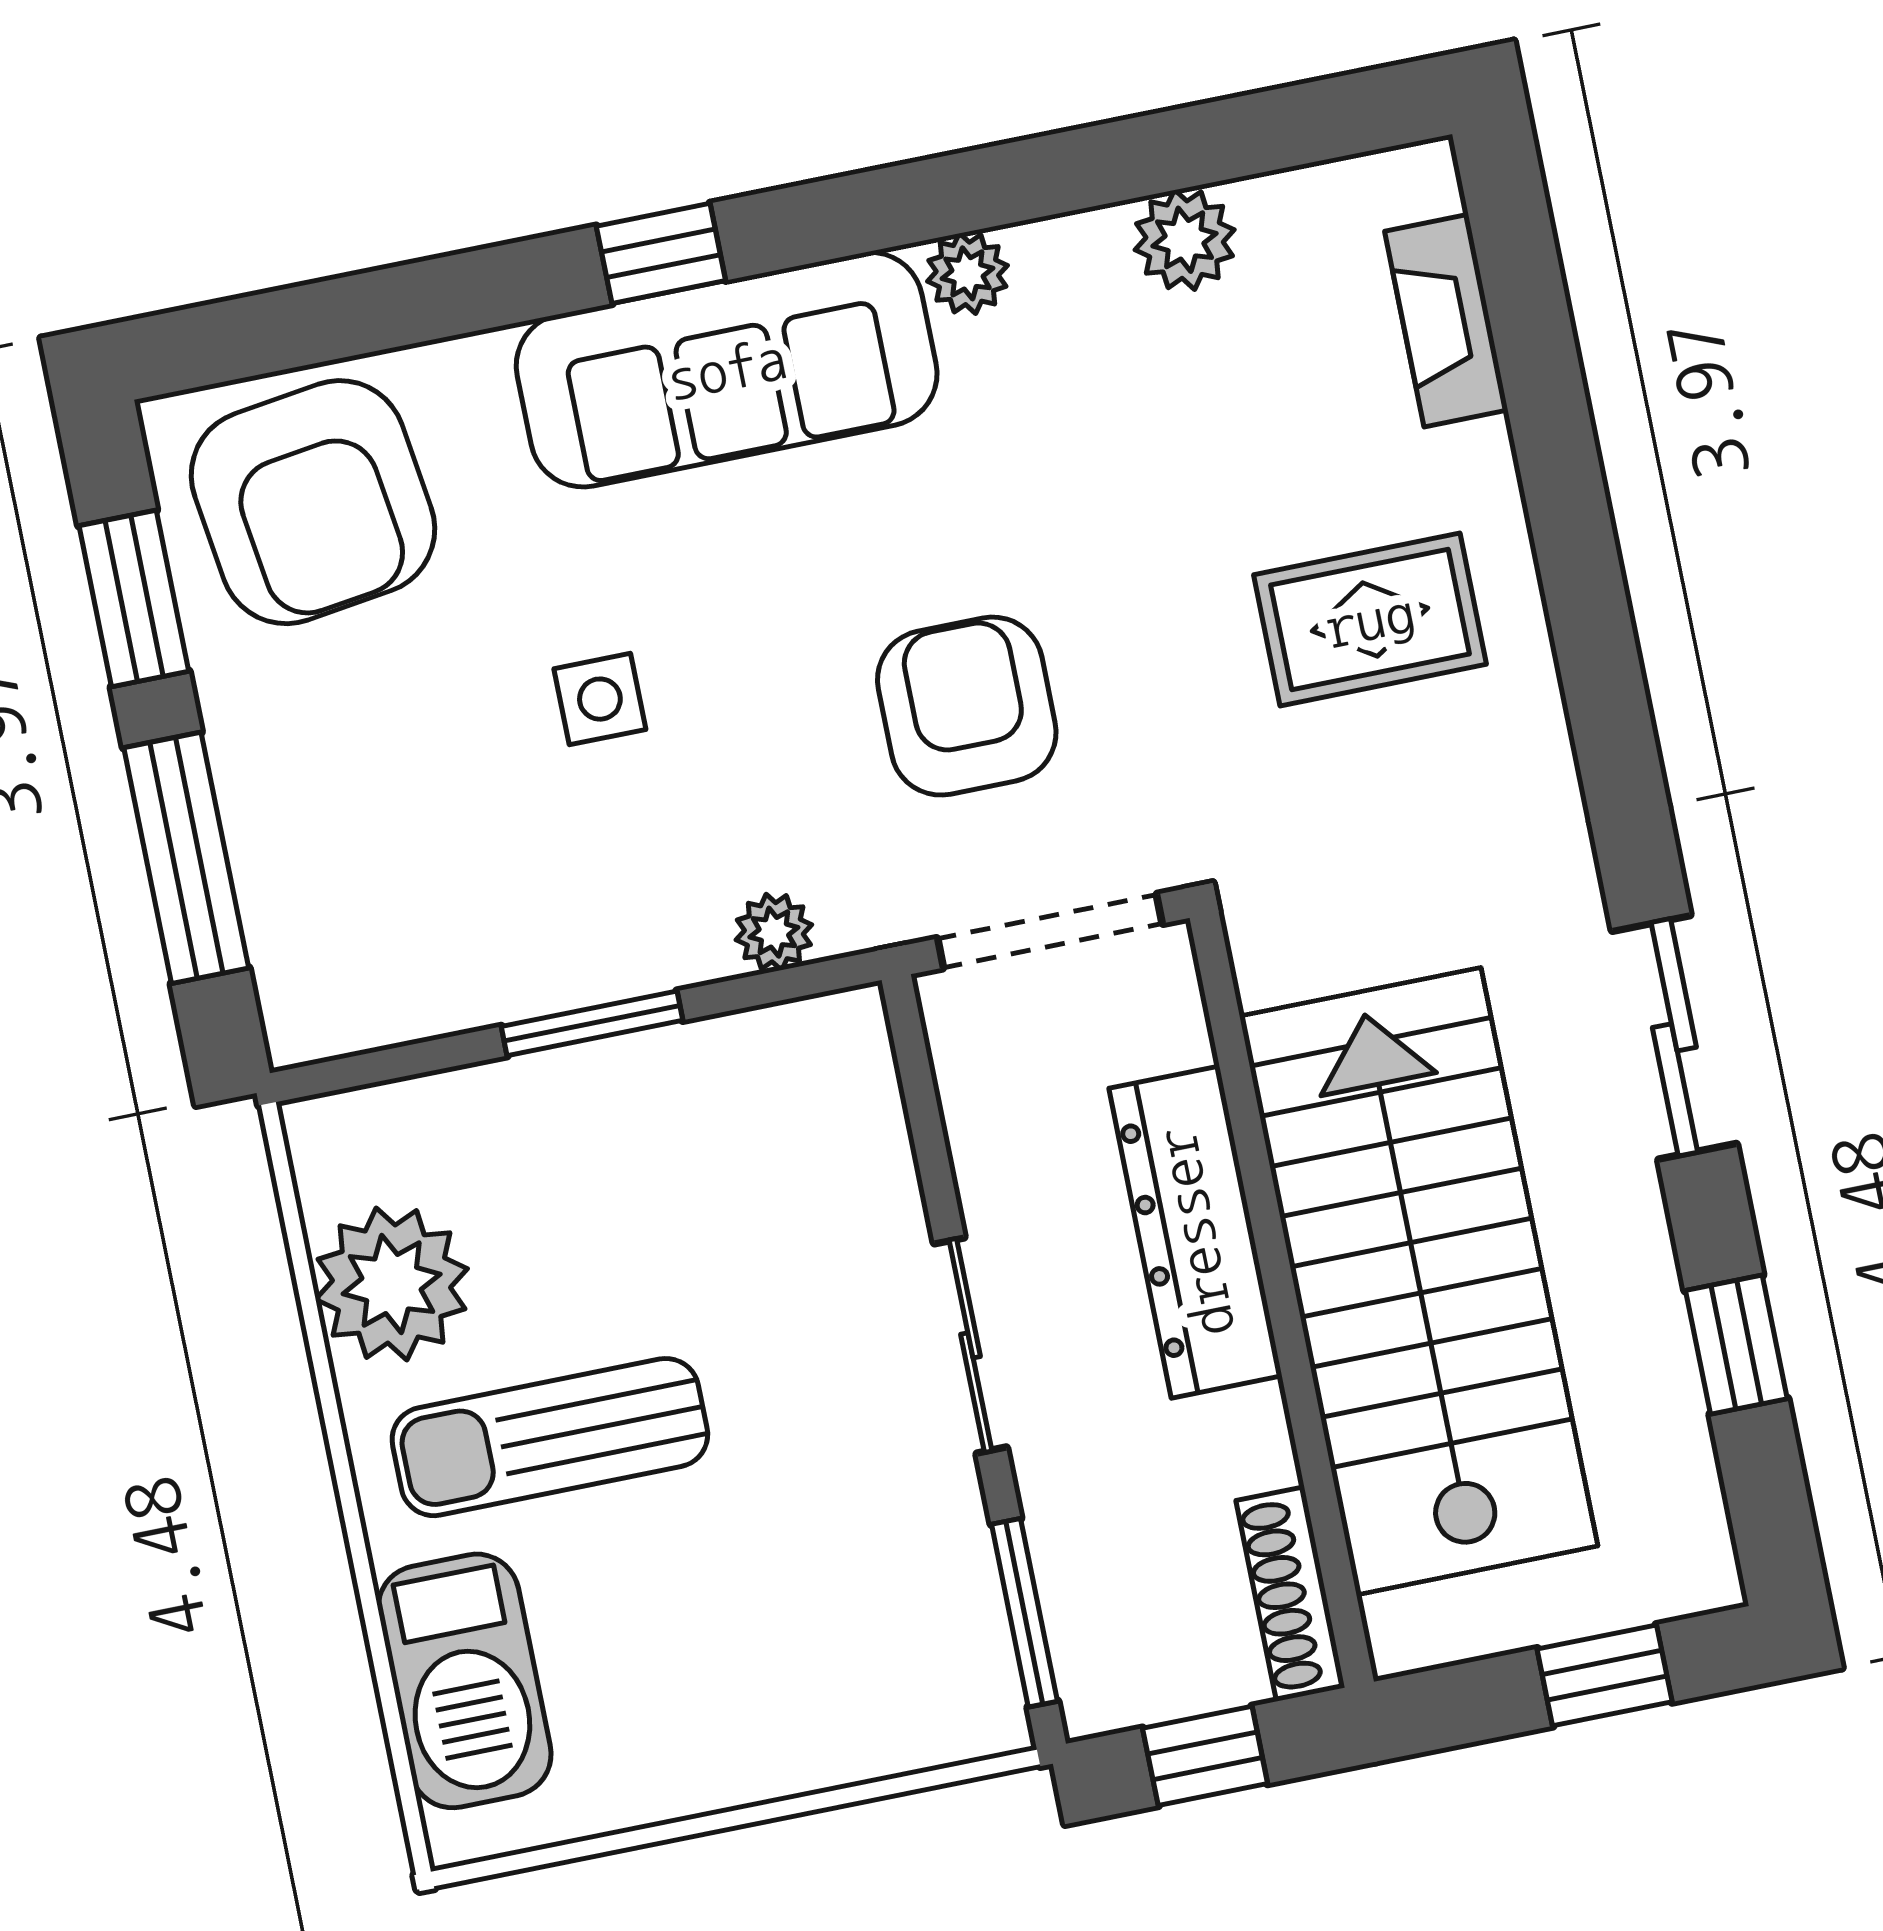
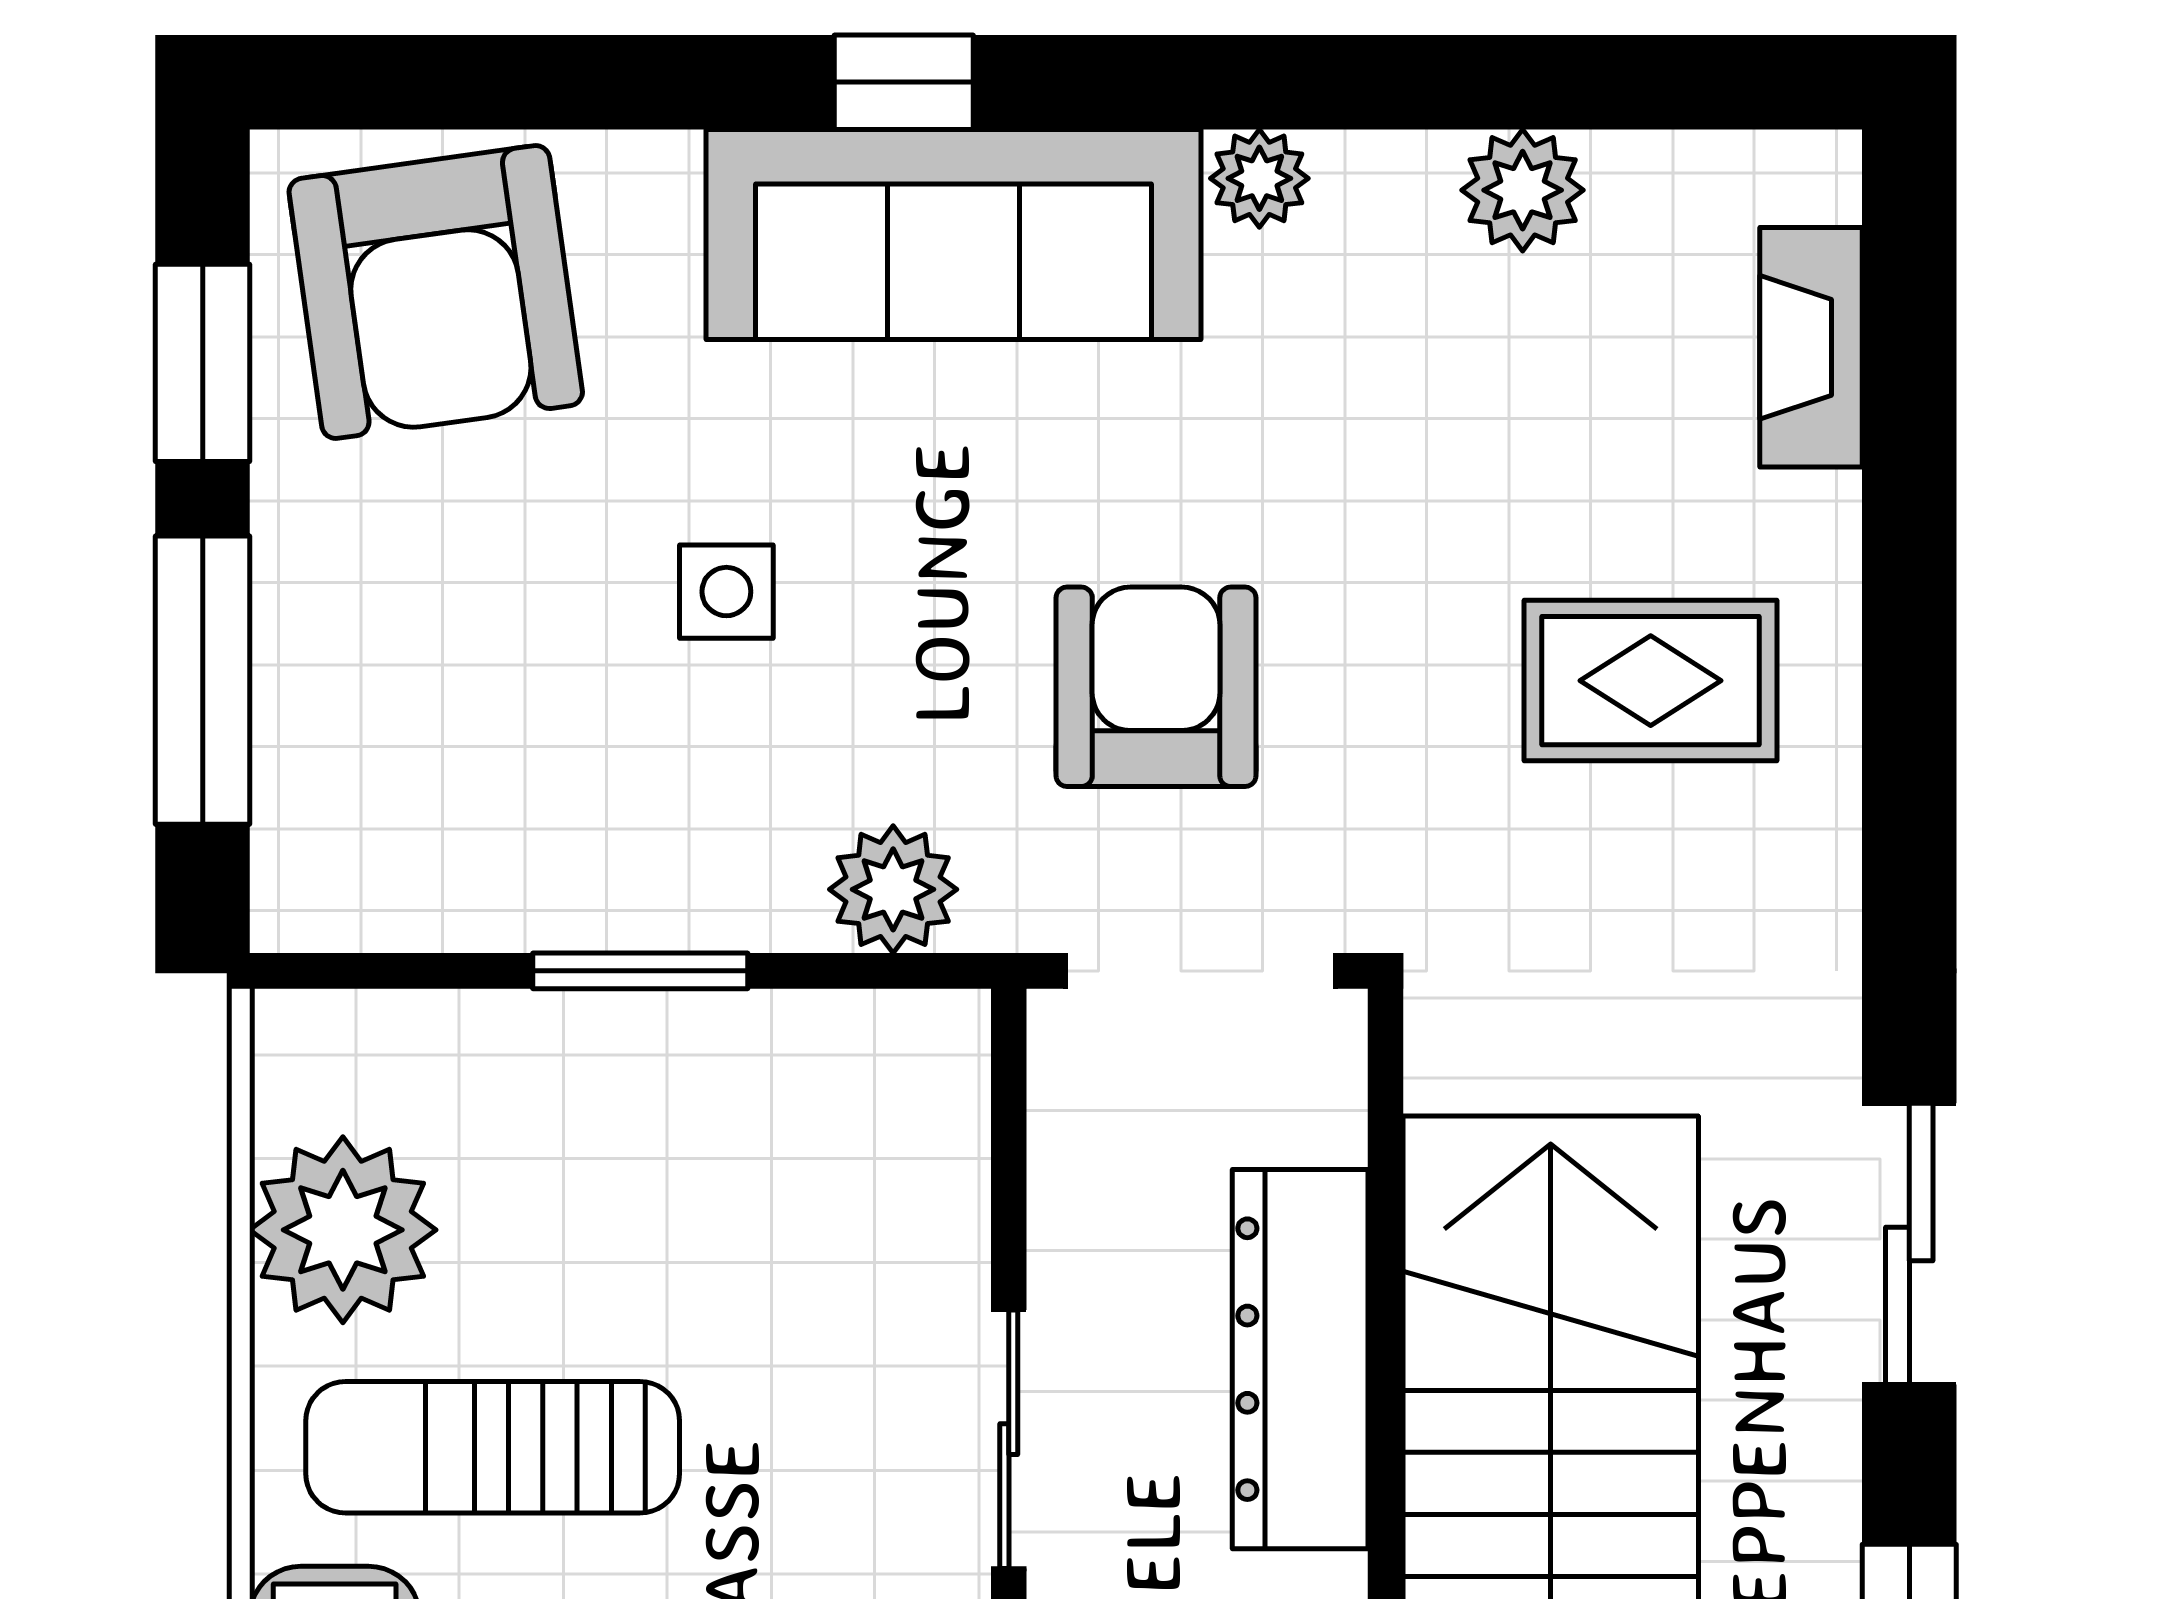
plant: (774, 932) -> (893, 889), width x1.38, depth x1.38

